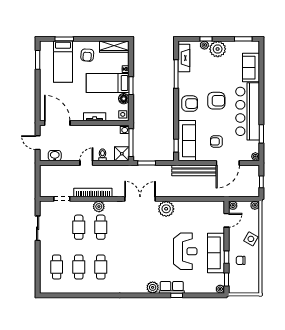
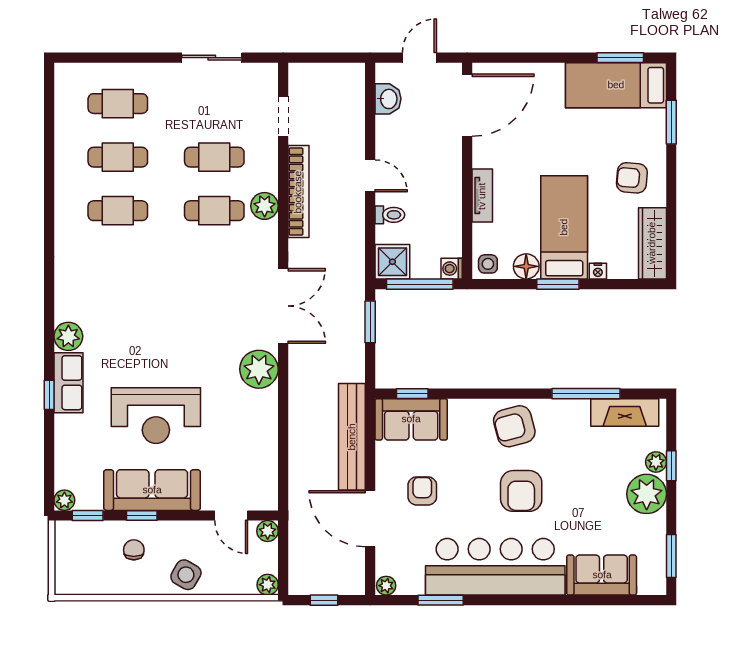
bed: (63, 62) -> (616, 85), moved
armchair: (190, 104) -> (514, 426), turned 75
sofa: (187, 141) -> (411, 419), width x0.73

